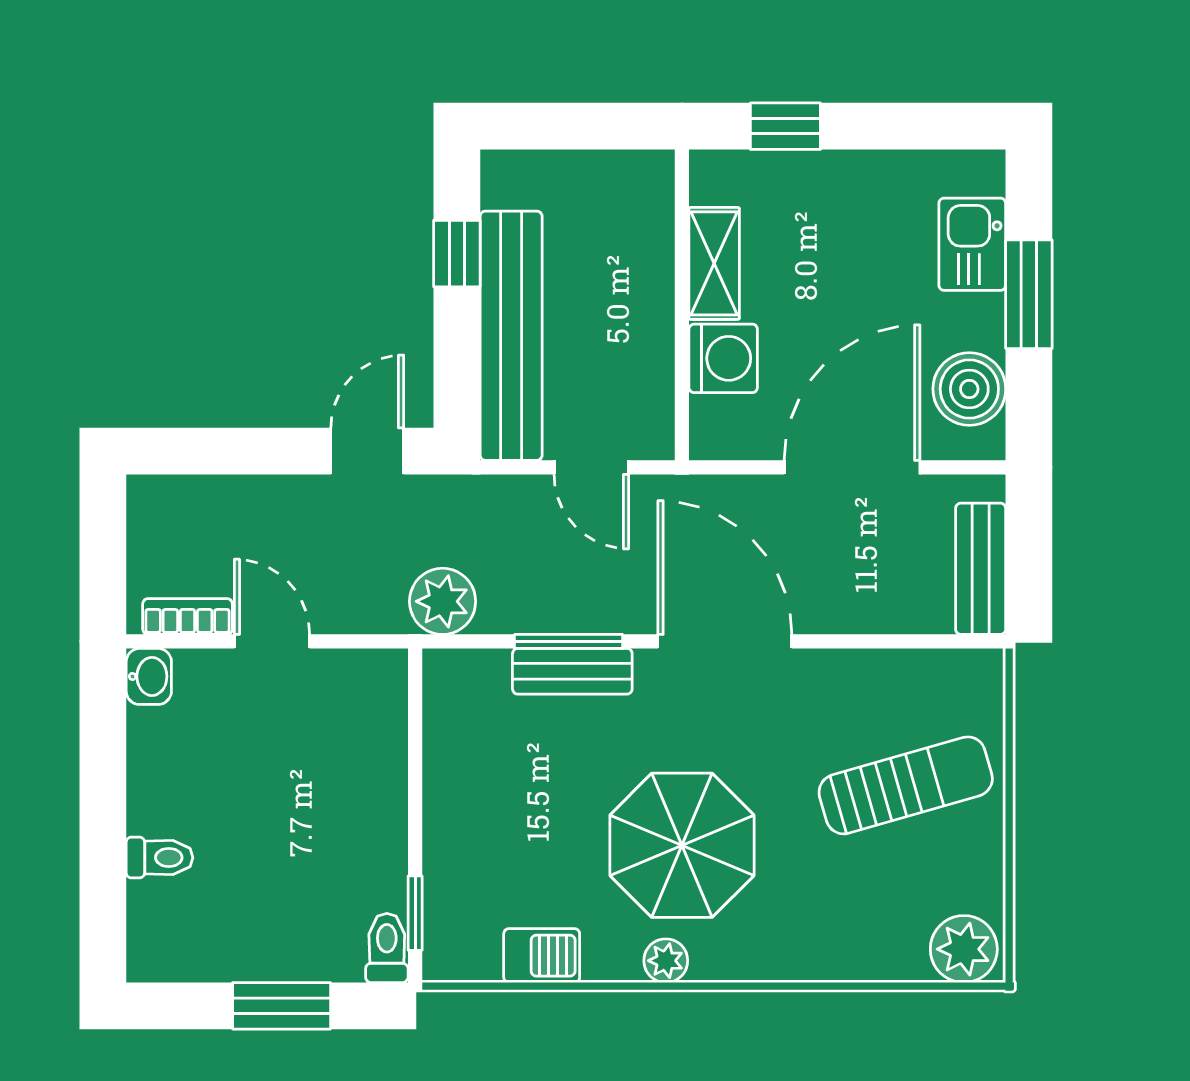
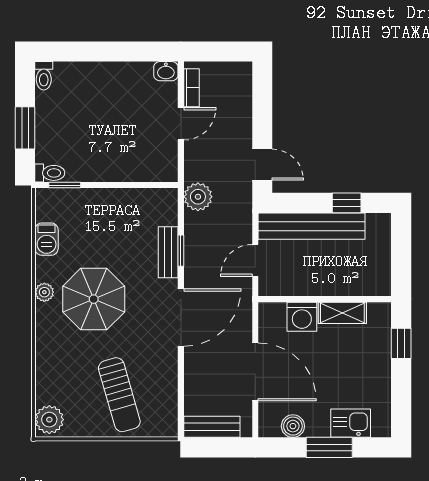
boiler: (969, 389) -> (293, 426), width x0.73, depth x0.73
window: (569, 641) -> (181, 251), width x0.67
toilet: (159, 858) -> (44, 76), moved

